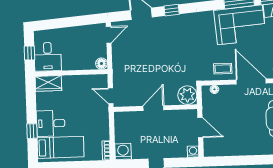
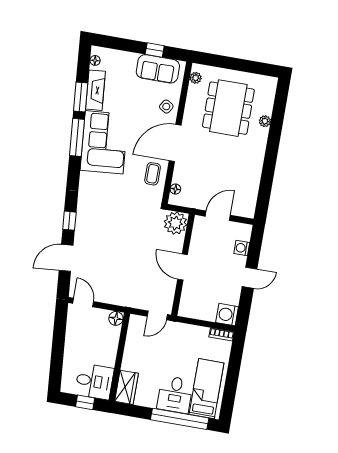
window: (32, 131) -> (180, 419), width x3.17
washing machine: (193, 152) -> (242, 248), moved

